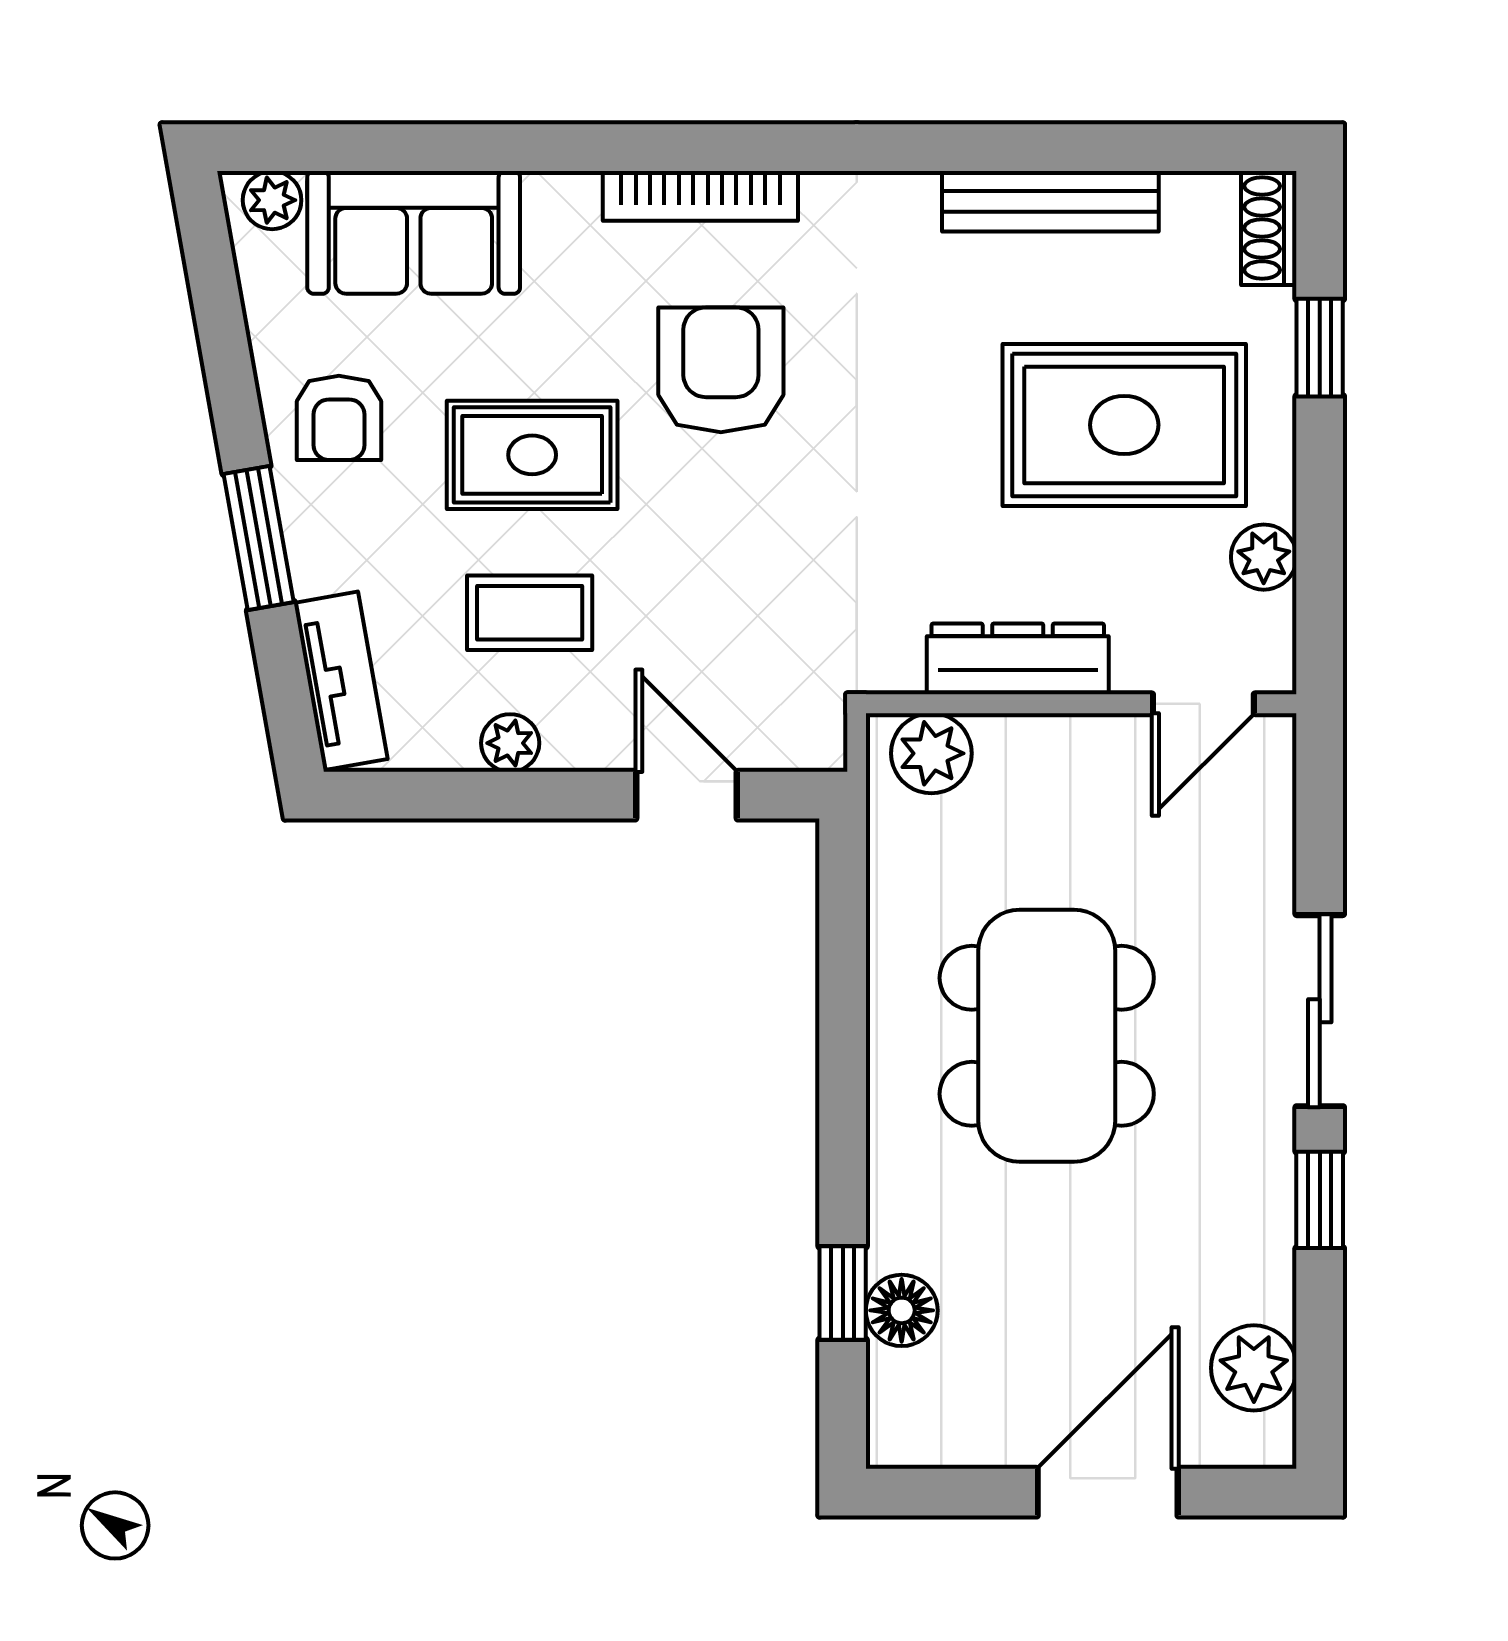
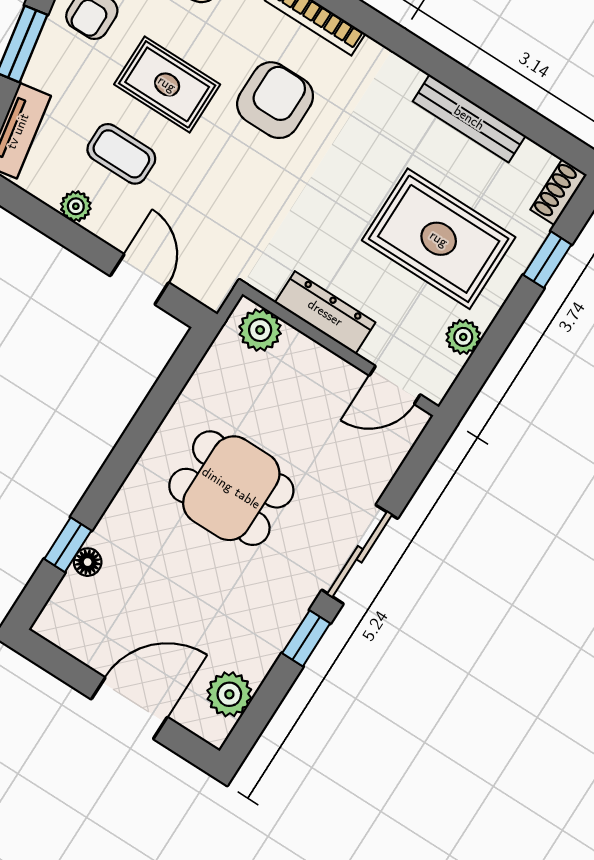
dining table: (1047, 1036) -> (231, 488), width x0.73
floor lamp: (902, 1310) -> (88, 562), width x0.73, depth x0.73

